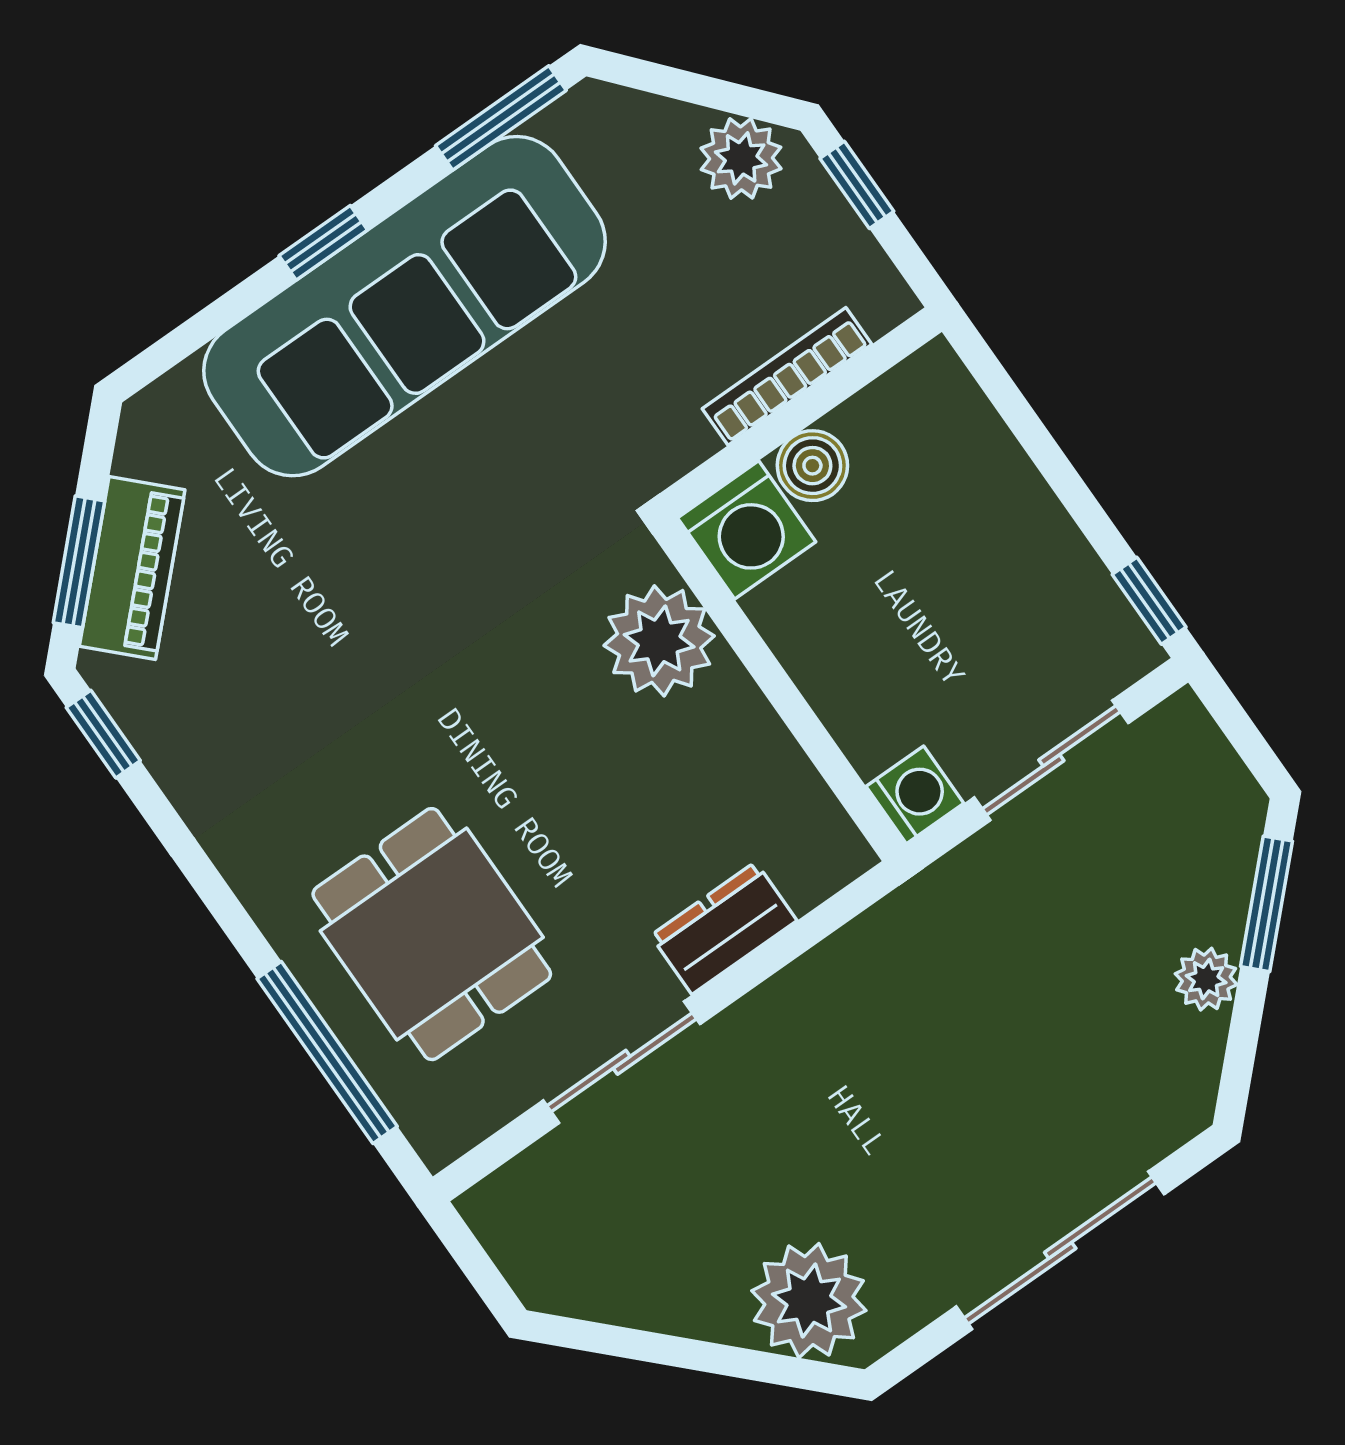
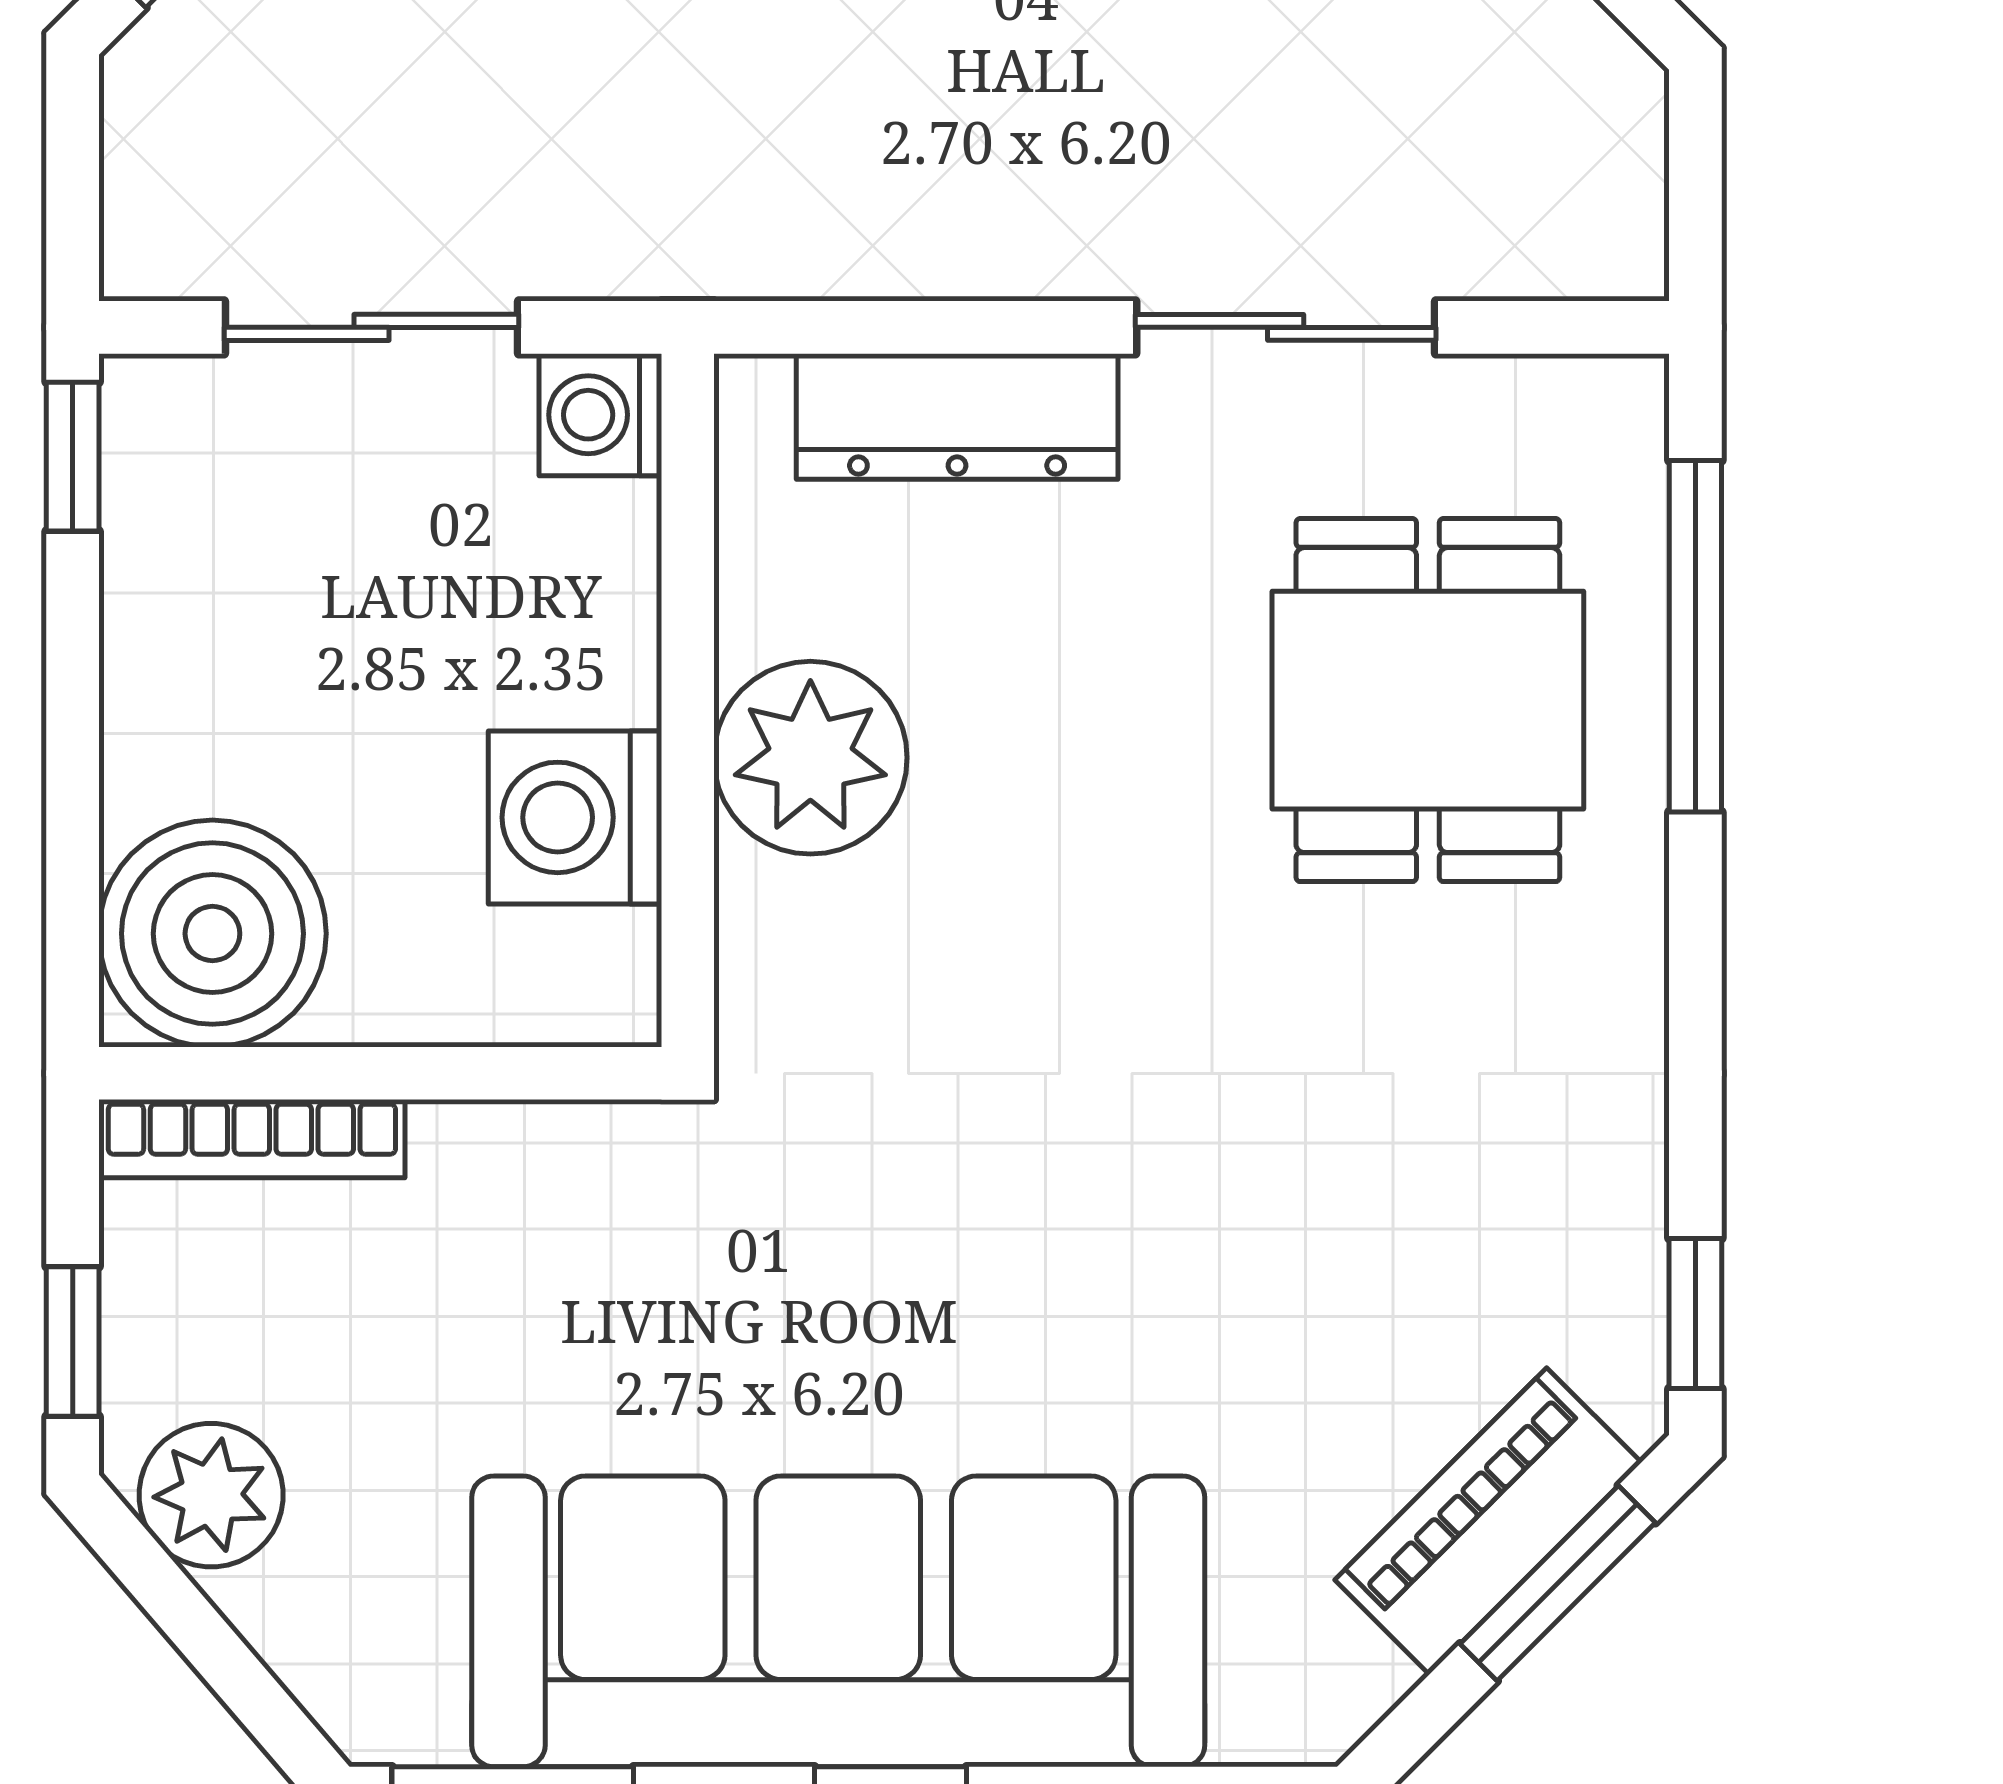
bookcase: (787, 376) -> (252, 1139), moved
boiler: (812, 466) -> (212, 934), moved, width x1.86, depth x1.86
washing machine: (747, 530) -> (575, 817), moved, turned -90
plant: (659, 641) -> (810, 758), moved
dresser: (724, 928) -> (957, 416), width x1.44

